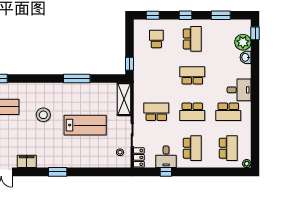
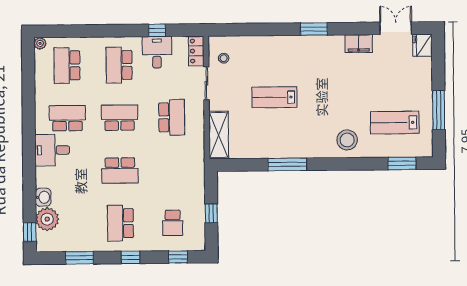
window: (130, 64) -> (211, 213), moved
school desk: (156, 112) -> (172, 117), turned -90
stool: (43, 115) -> (347, 140), moved
lab bench: (85, 125) -> (274, 97), width x0.73, depth x0.72

